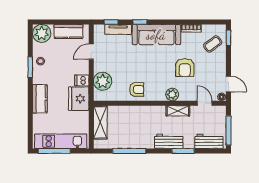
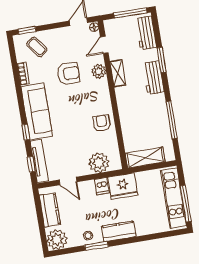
tv unit: (118, 29) -> (39, 161), width x1.41
plant: (172, 94) -> (99, 71), moved
kitchen counter: (40, 99) -> (119, 231), moved

